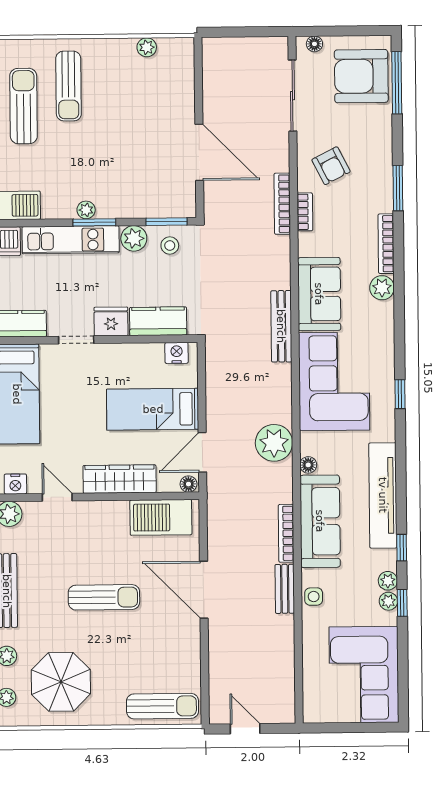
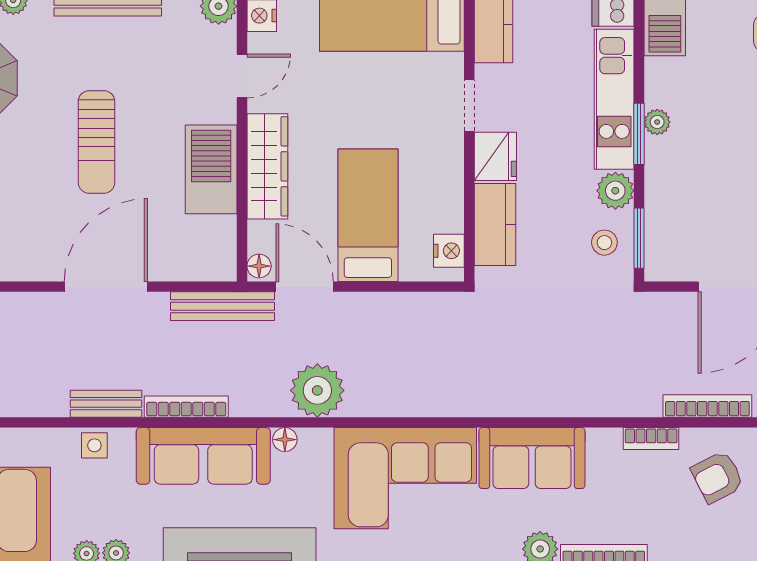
bookcase: (282, 204) -> (707, 406), moved
bench: (281, 326) -> (222, 306), moved
barbecue: (161, 517) -> (211, 169), moved

